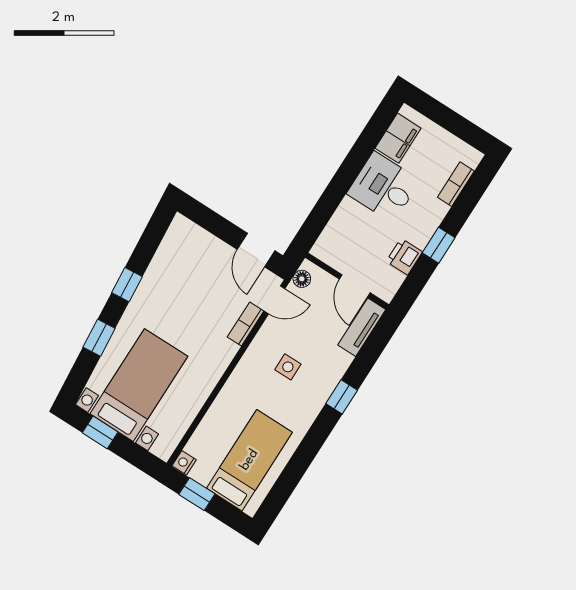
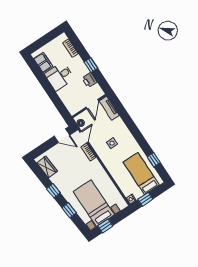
wardrobe: (173, 248) -> (47, 167), added
door: (355, 286) -> (92, 104), hinge flipped
window: (342, 397) -> (154, 160), moved

